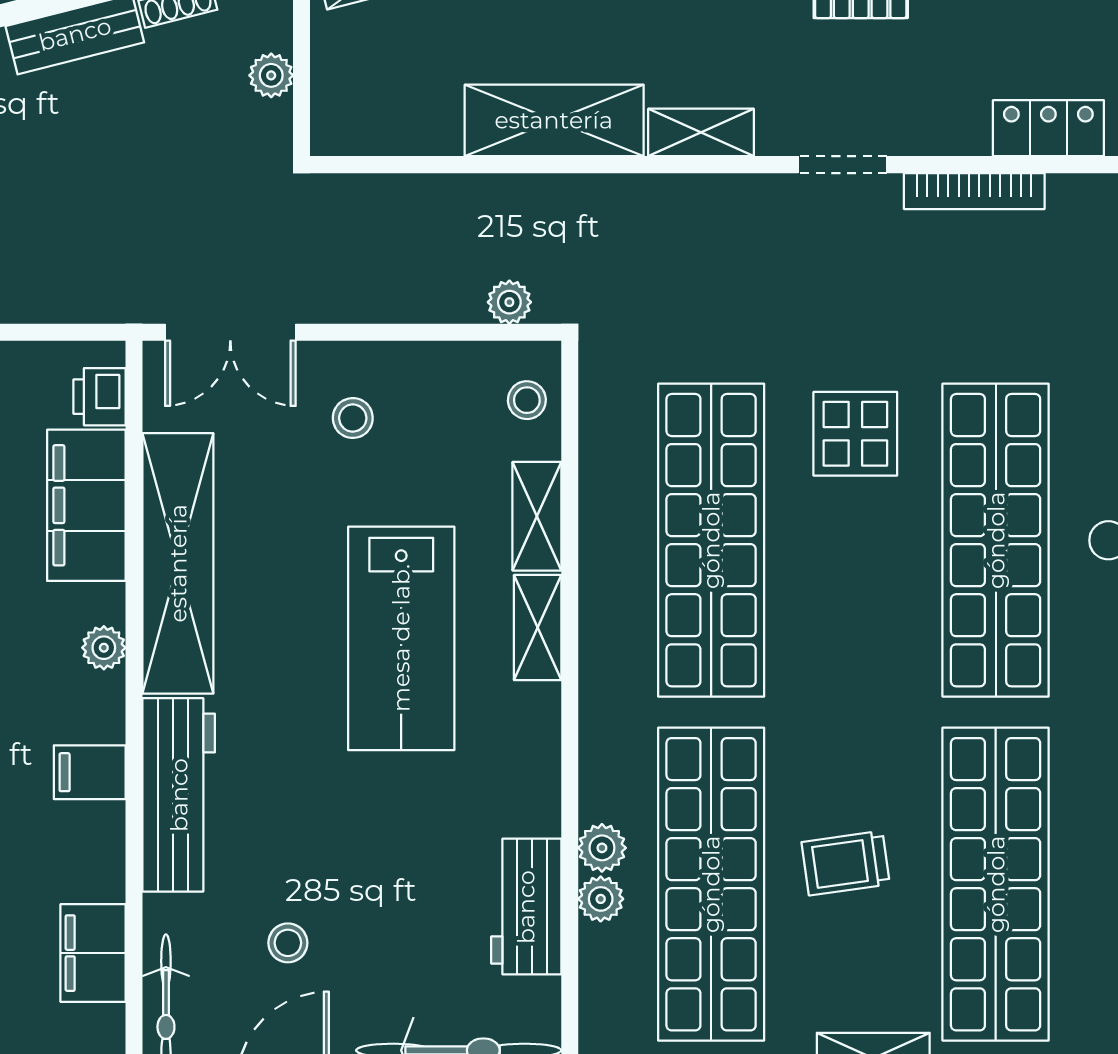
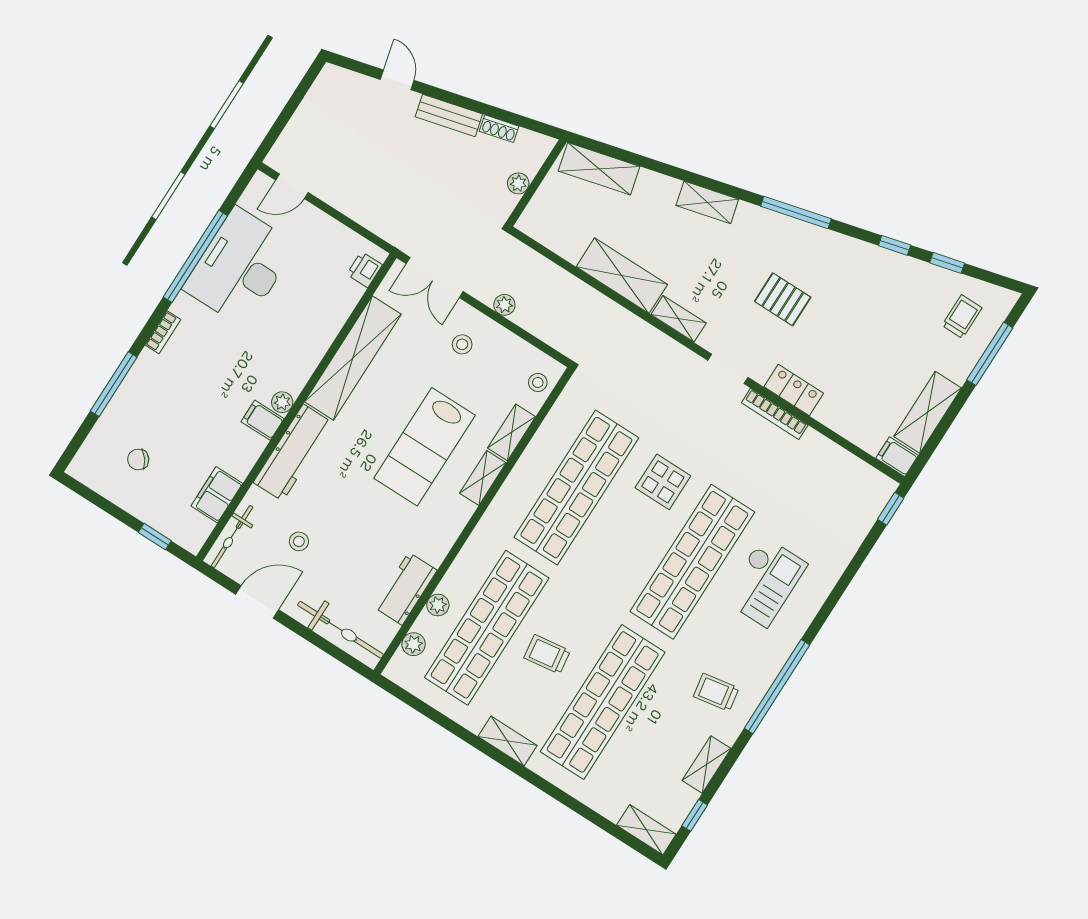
locker: (1048, 128) -> (794, 390), moved
plant: (509, 302) -> (504, 305), moved
filing cabinet: (86, 505) -> (331, 310), removed
plant: (104, 648) -> (282, 402), moved
plant: (602, 848) -> (414, 644), moved

